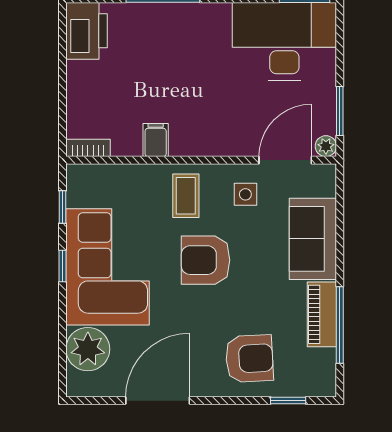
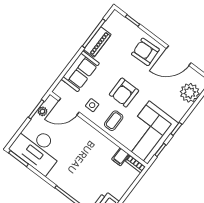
filing cabinet: (156, 140) -> (120, 157), moved
plant: (326, 146) -> (42, 111), moved
armchair: (206, 260) -> (124, 93), turned 90
corner sofa: (108, 267) -> (148, 133), moved
armchair: (249, 359) -> (145, 52), moved

